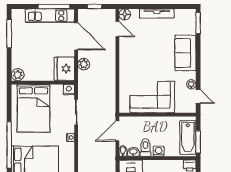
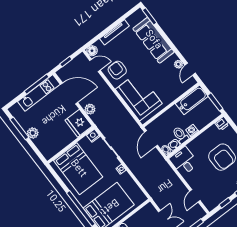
armchair: (134, 48) -> (117, 70), added
sofa: (185, 53) -> (153, 40), width x1.36
plant: (18, 75) -> (33, 133), moved
door: (198, 96) -> (190, 69), swing flipped
corner sofa: (152, 97) -> (139, 96), moved, turned 90
bathtub: (188, 137) -> (192, 100), moved, turned -90

